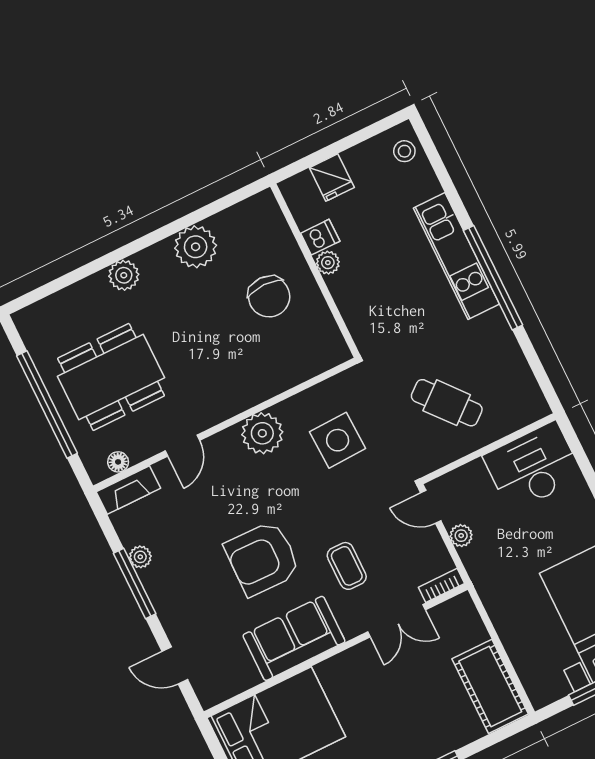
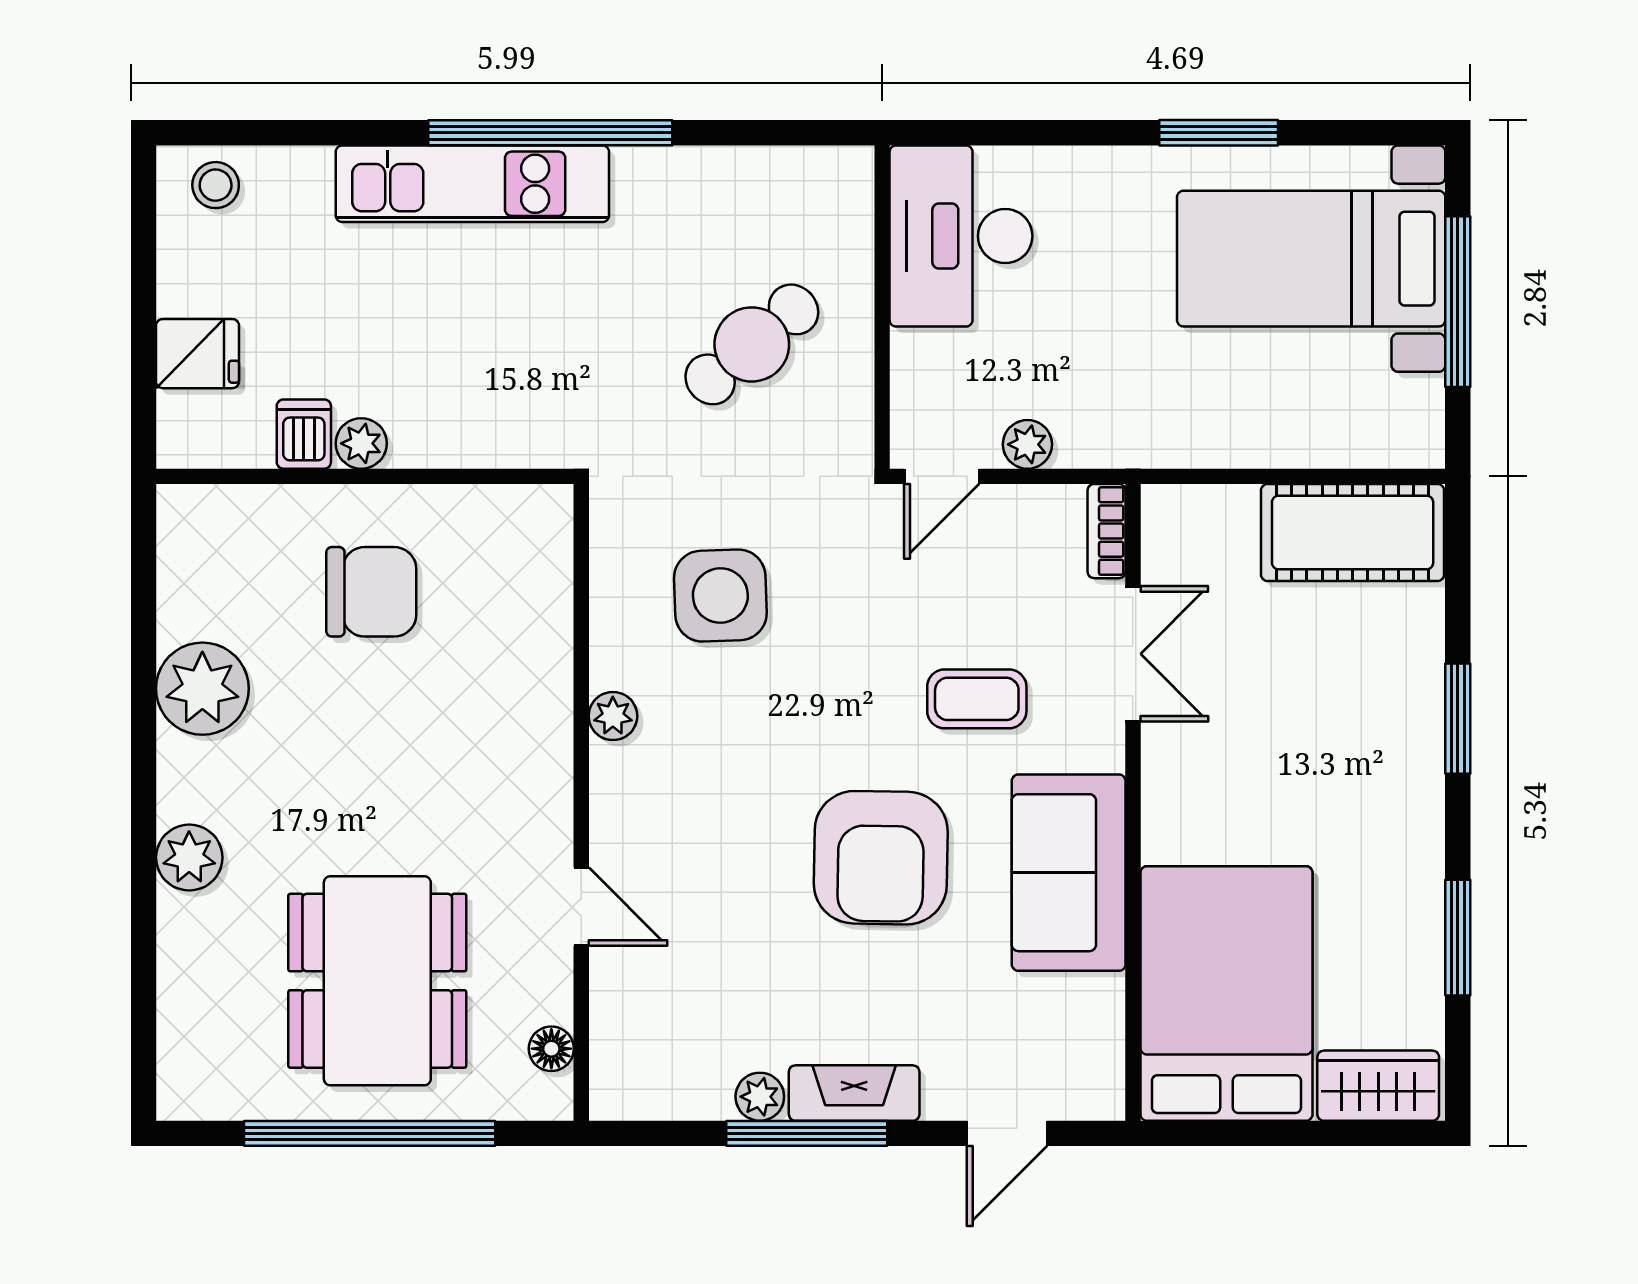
plant: (262, 433) -> (613, 716), width x0.53, depth x0.53
fireplace: (128, 490) -> (854, 1093), moved, turned -90

